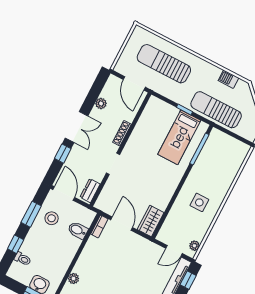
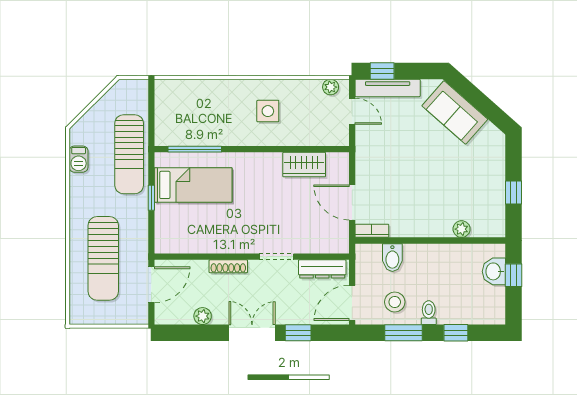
dresser: (90, 191) -> (322, 269), width x1.44
wardrobe: (151, 221) -> (304, 165), moved
door: (122, 224) -> (352, 202), hinge flipped
toilet: (23, 259) -> (429, 313), moved

